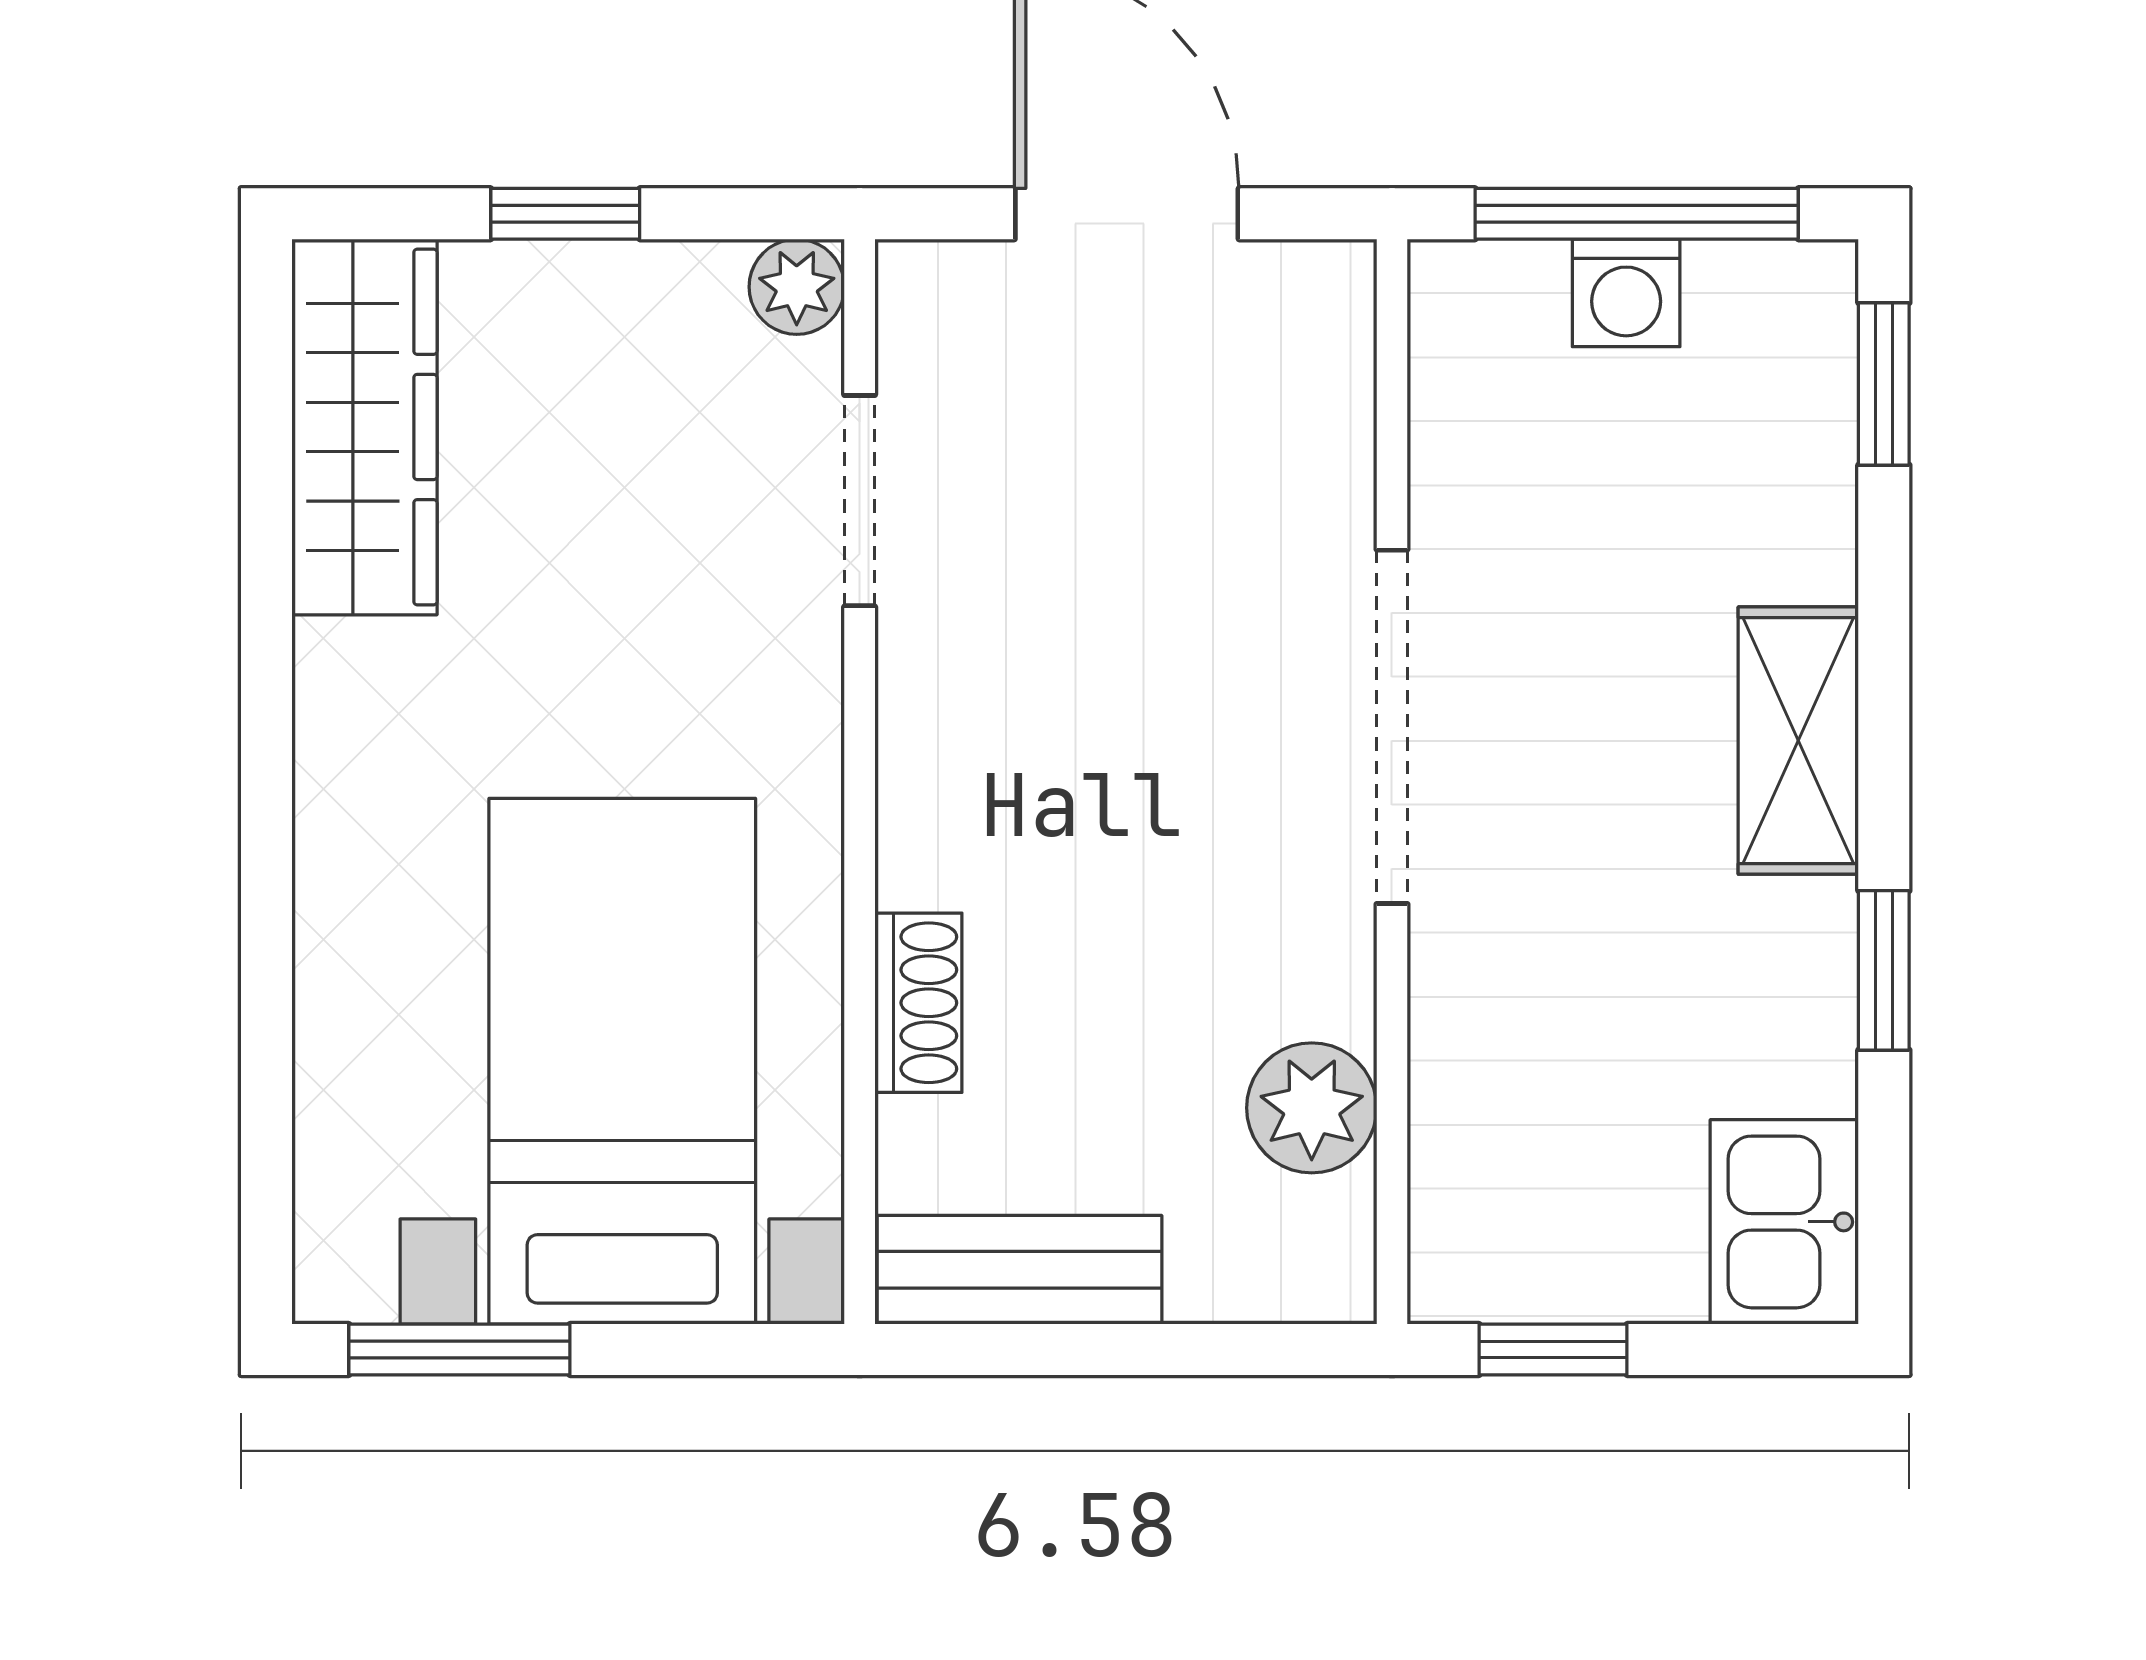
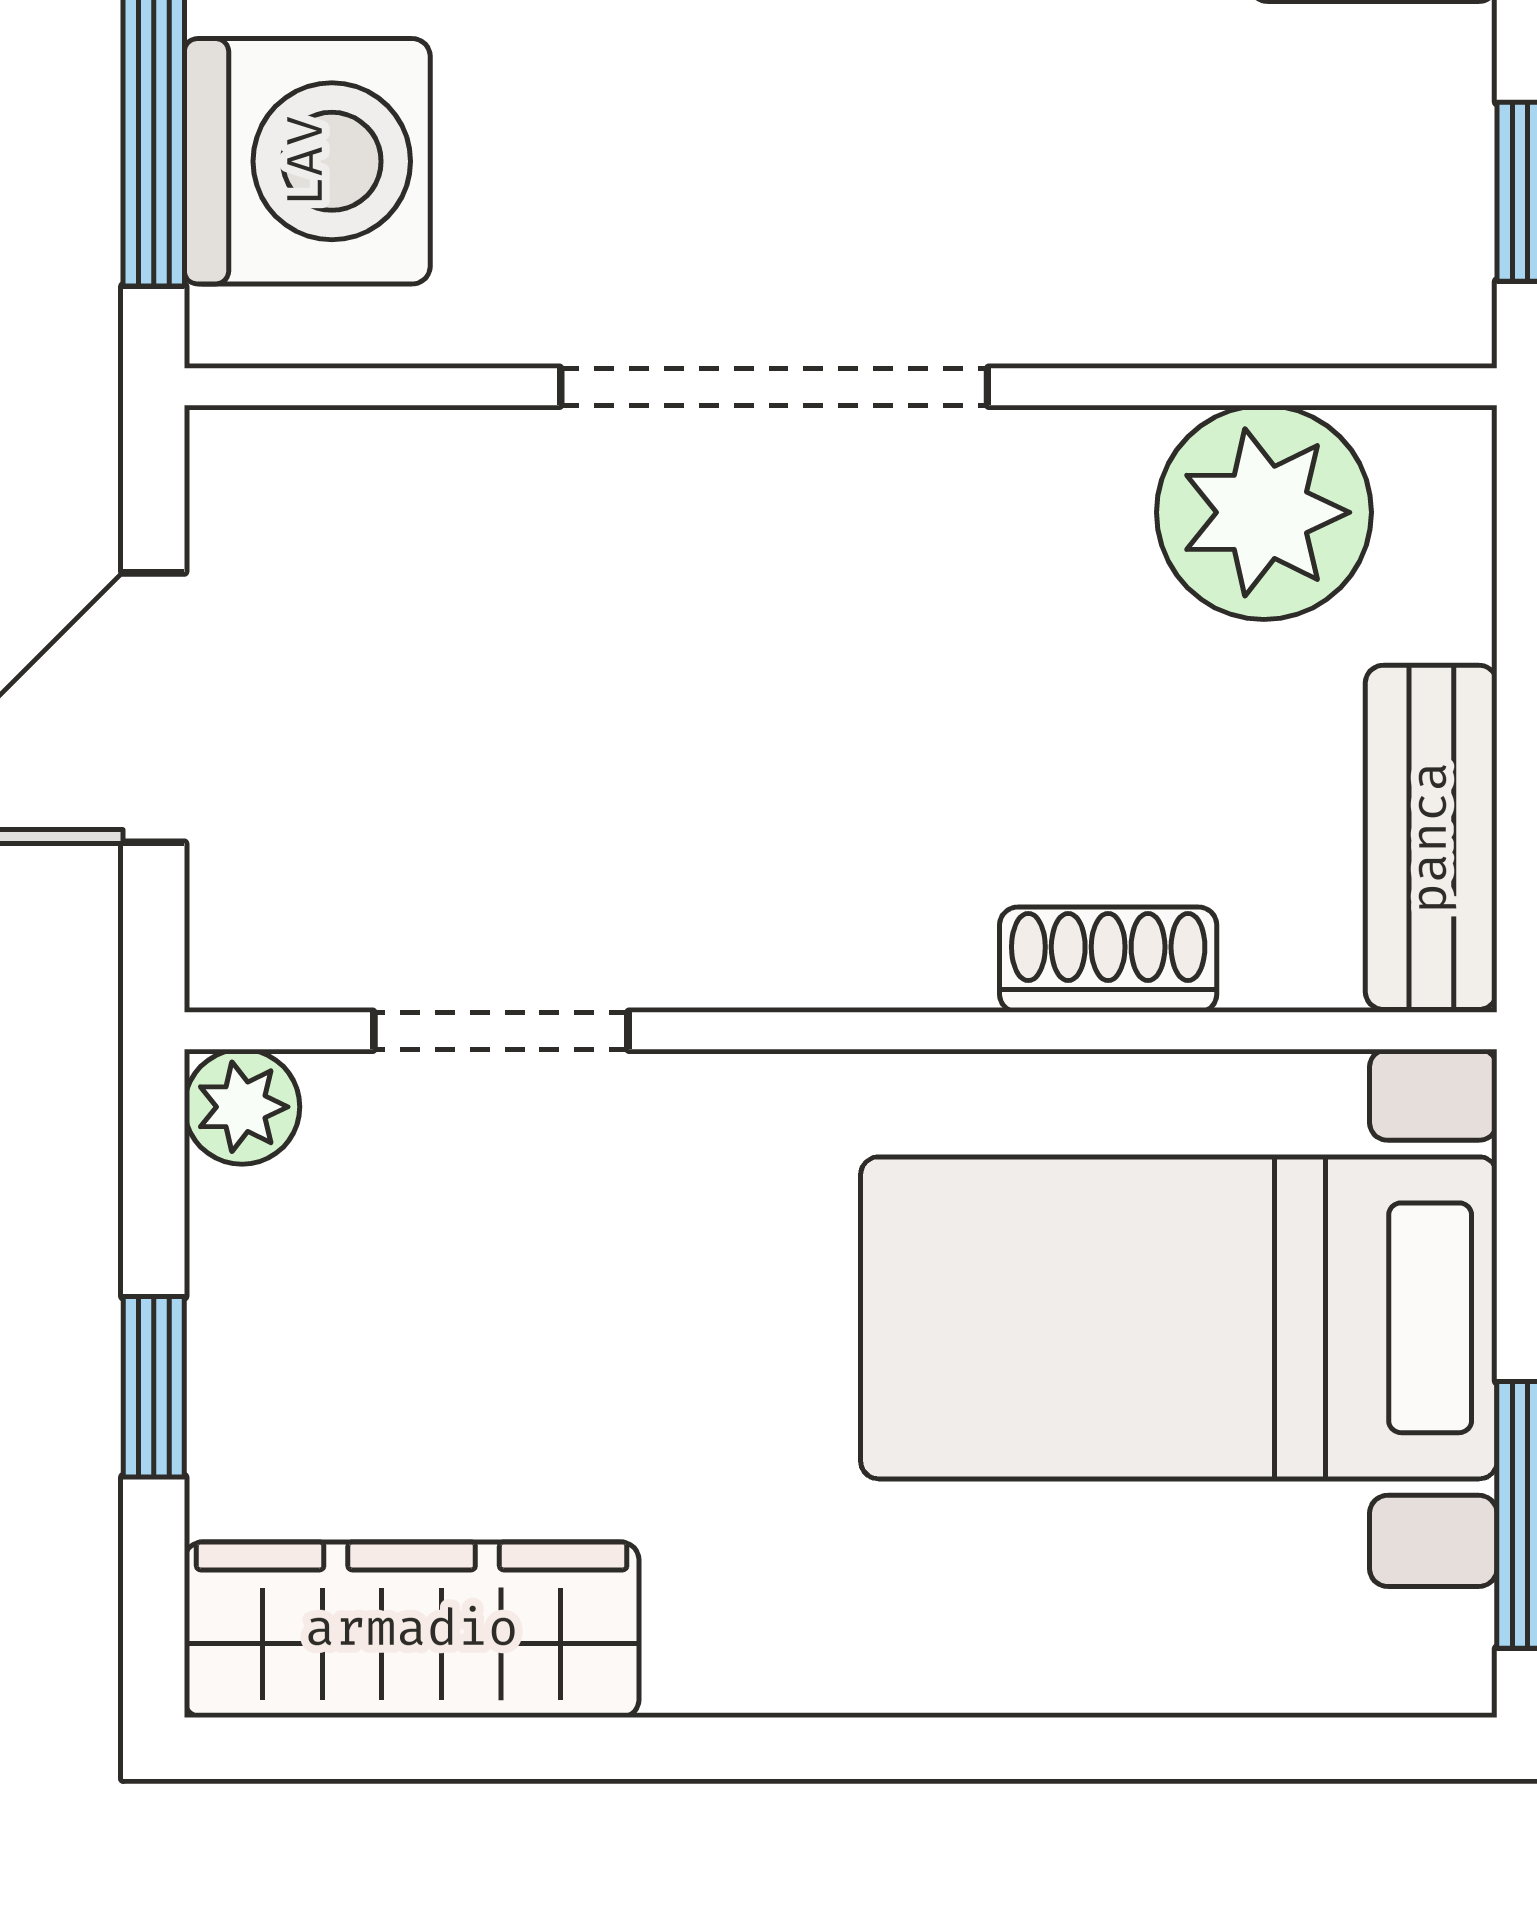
washing machine: (1626, 293) -> (307, 161), width x1.89, depth x1.89
plant: (1312, 1108) -> (1264, 512), width x1.36, depth x1.36

